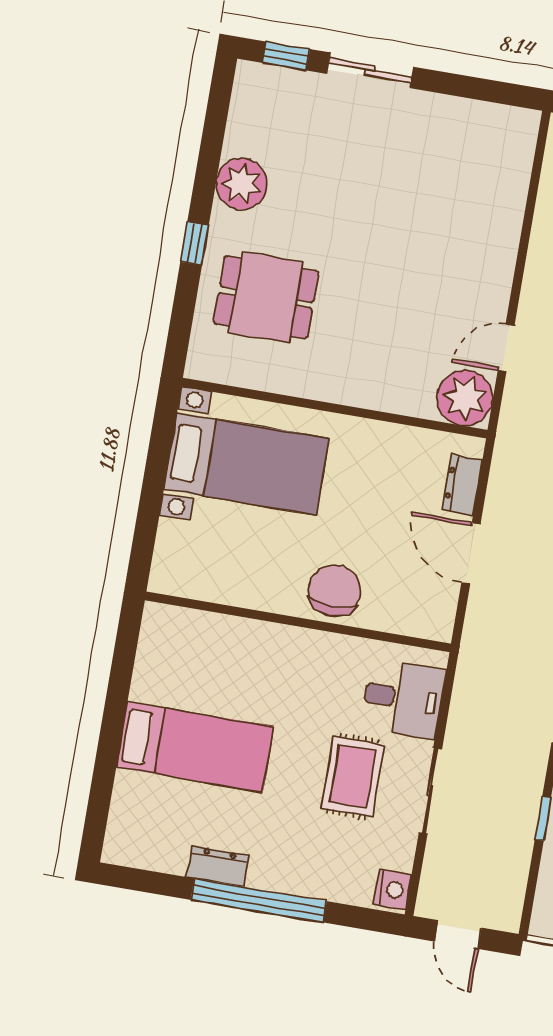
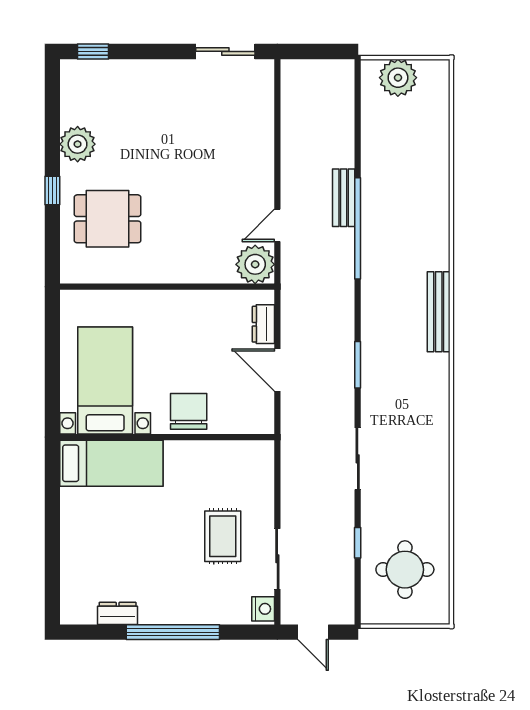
sliding door: (370, 70) -> (225, 51), moved
bed with nightstands: (246, 464) -> (105, 380), moved, turned -90
desk: (403, 699) -> (248, 477), removed
bed: (195, 747) -> (111, 463), moved
sliding door: (430, 791) -> (277, 559), moved
dresser: (218, 866) -> (118, 613), moved

